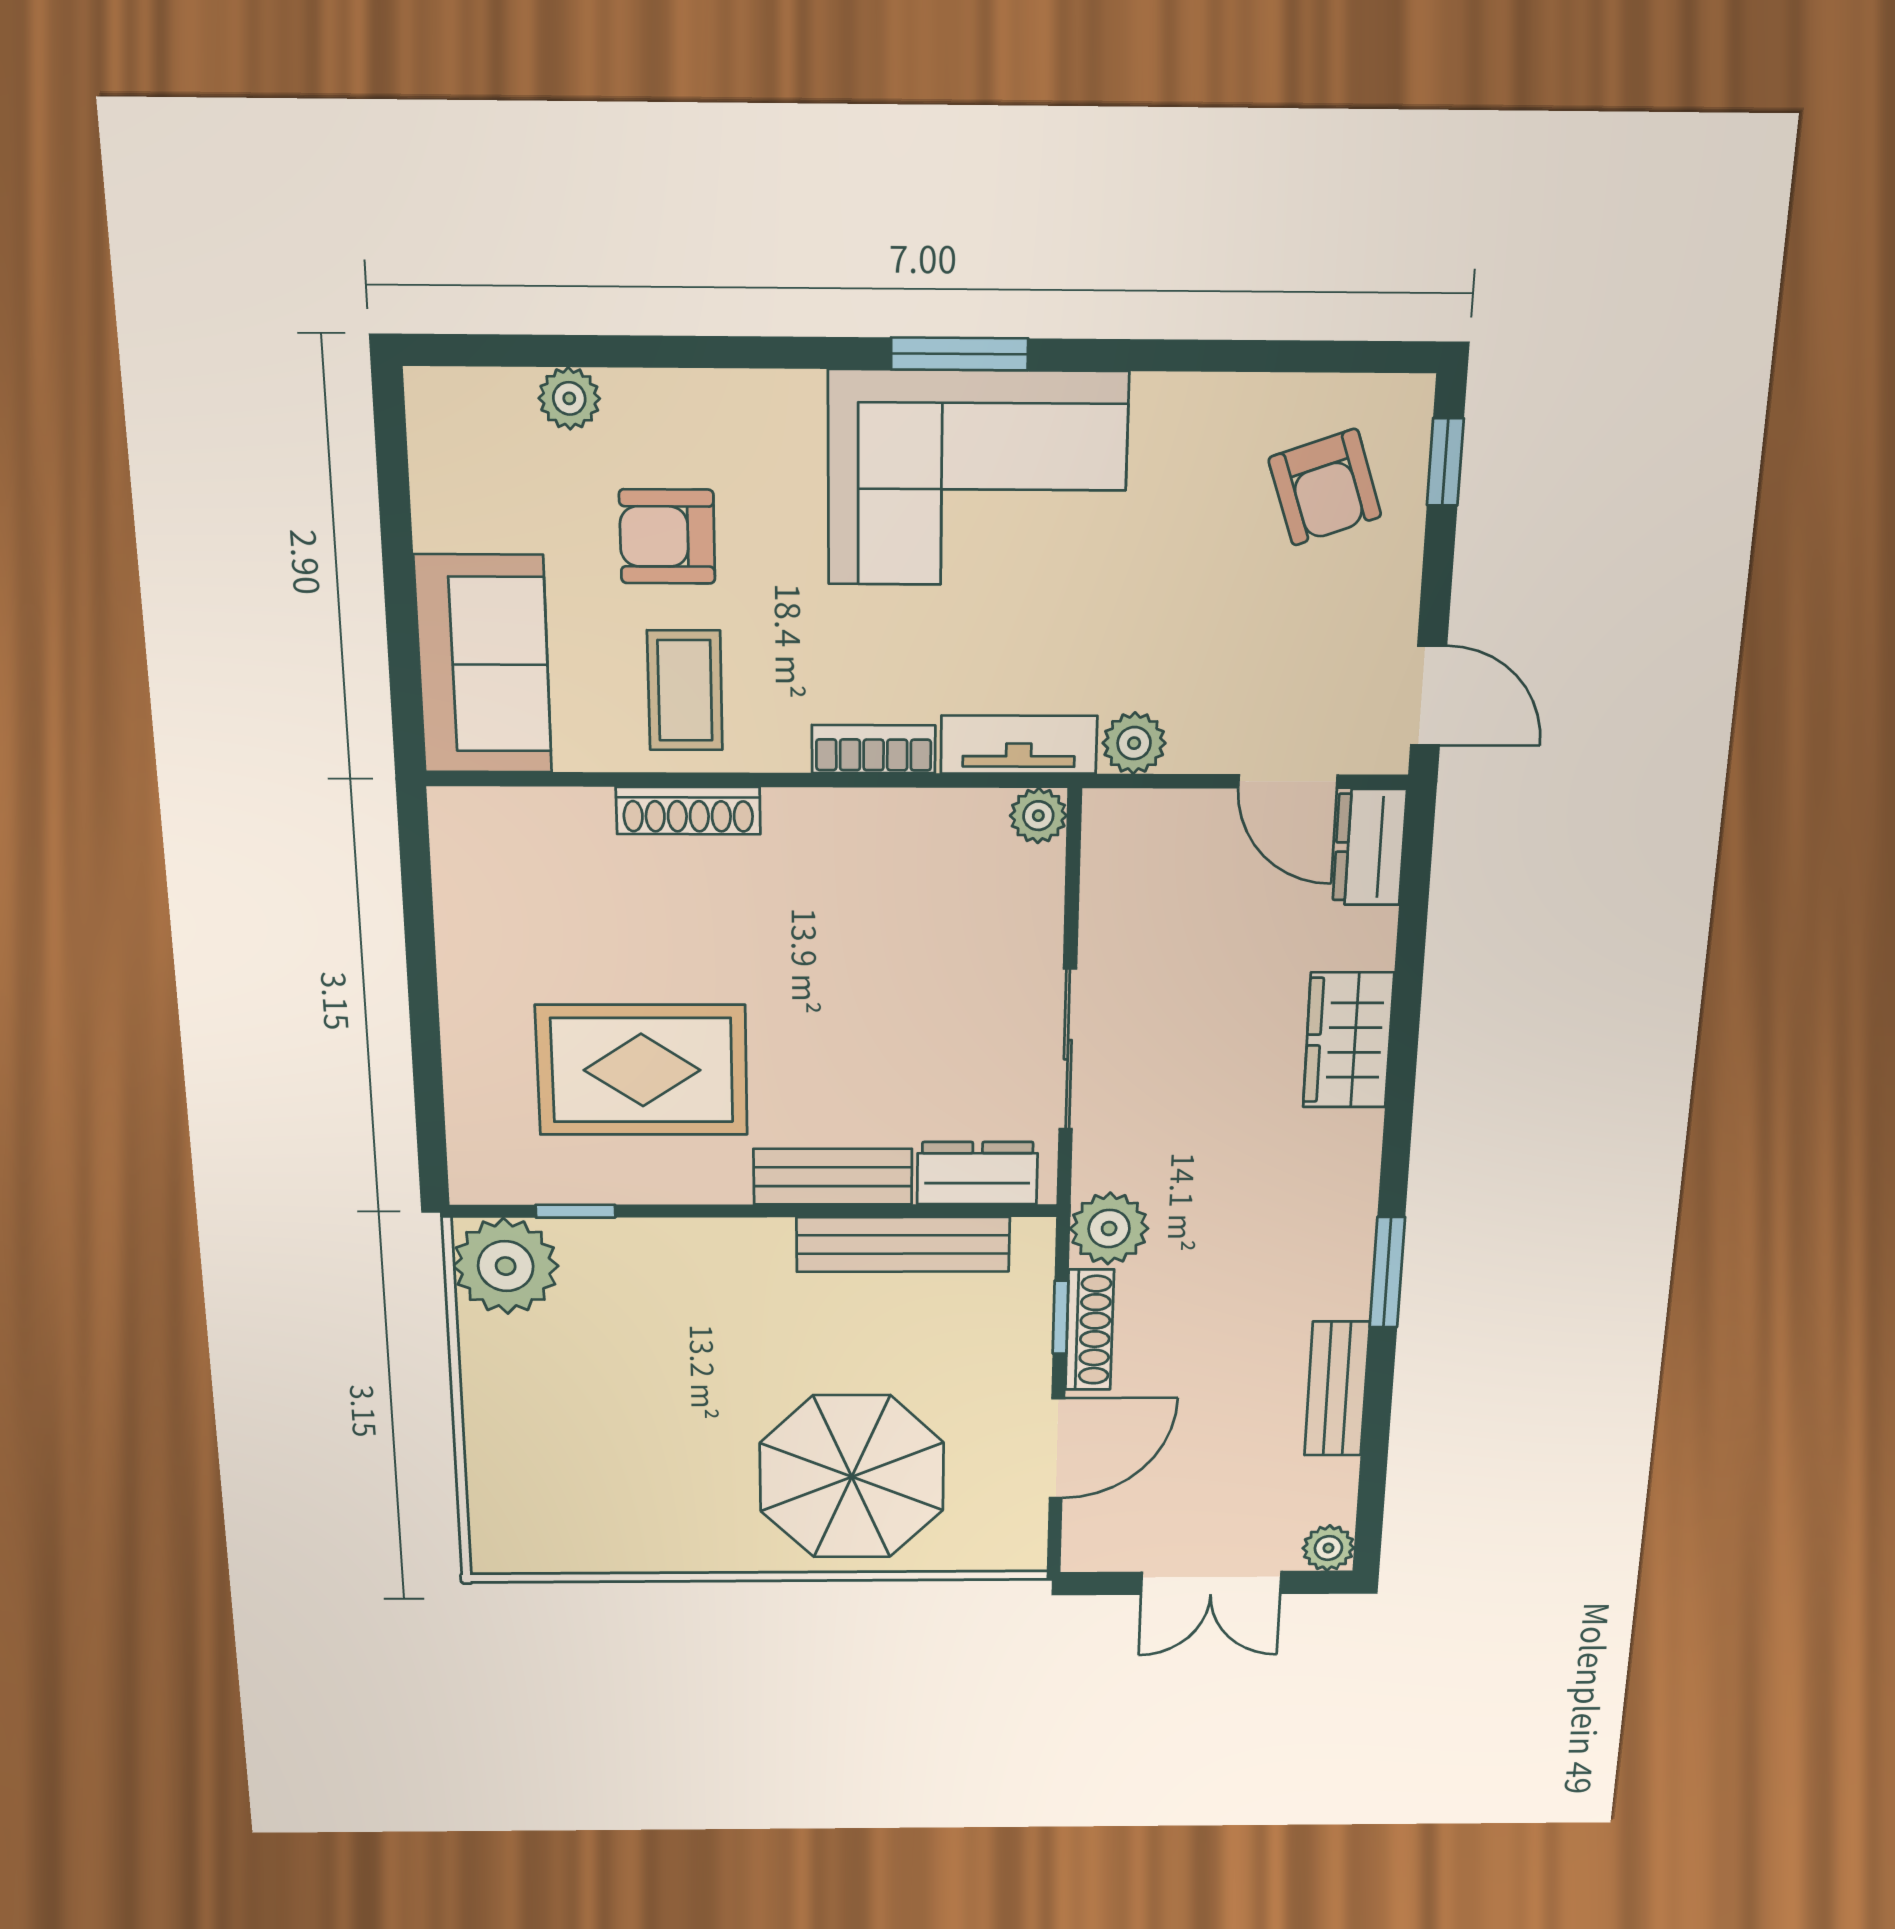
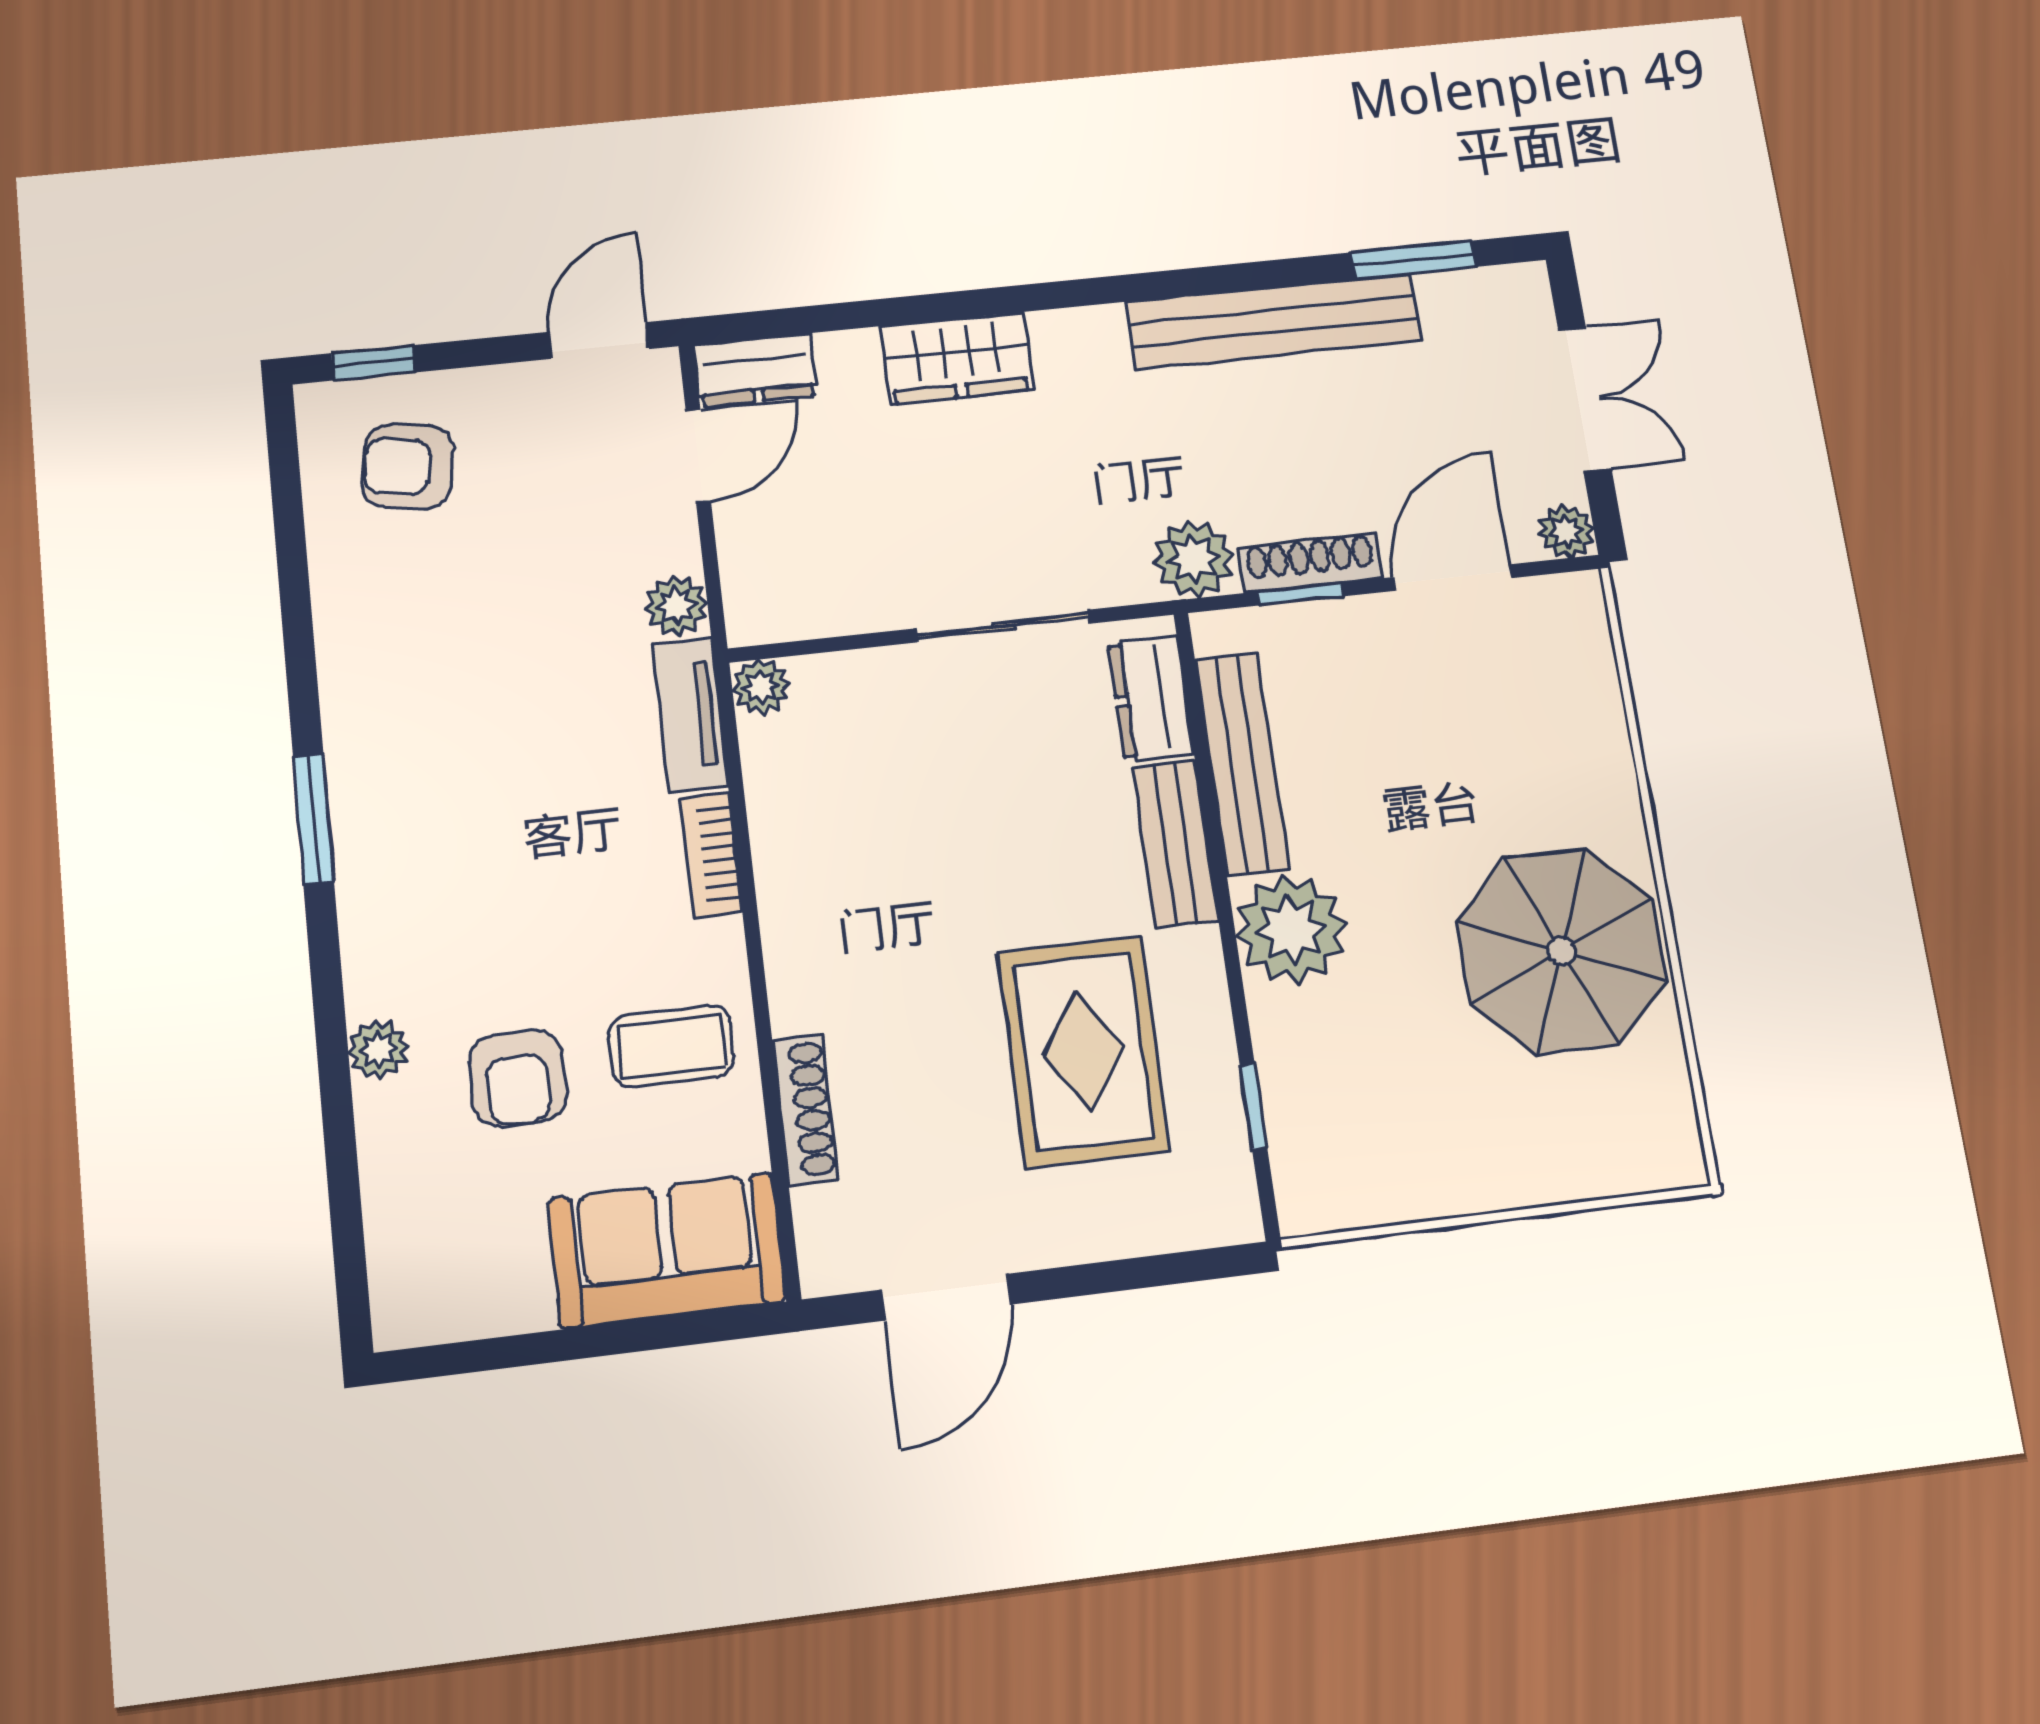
plant: (569, 398) -> (378, 1049), moved
corner sofa: (977, 479) -> (431, 788), removed
armchair: (1325, 487) -> (408, 467), turned -152
shoe rack: (688, 811) -> (805, 1110), moved
door: (419, 919) -> (946, 1297), added
plant: (506, 1266) -> (1291, 930), moved
window: (1387, 1272) -> (1414, 260), moved
bench: (1337, 1389) -> (1274, 321), width x1.86, depth x1.21
door: (1057, 1448) -> (1452, 578), hinge flipped
parasol: (852, 1477) -> (1561, 951), moved
plant: (1328, 1548) -> (1566, 531), moved

